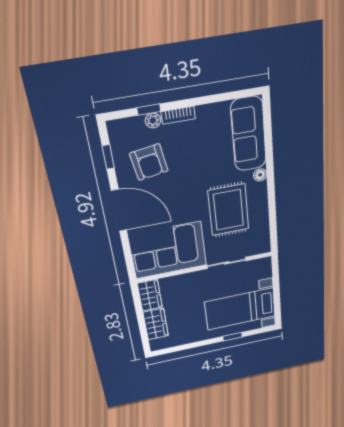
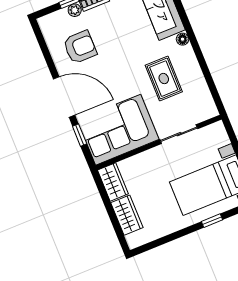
window: (108, 157) -> (80, 135), moved
armchair: (149, 162) -> (80, 47), turned -81
rug: (229, 210) -> (164, 79), width x0.73, depth x0.70

